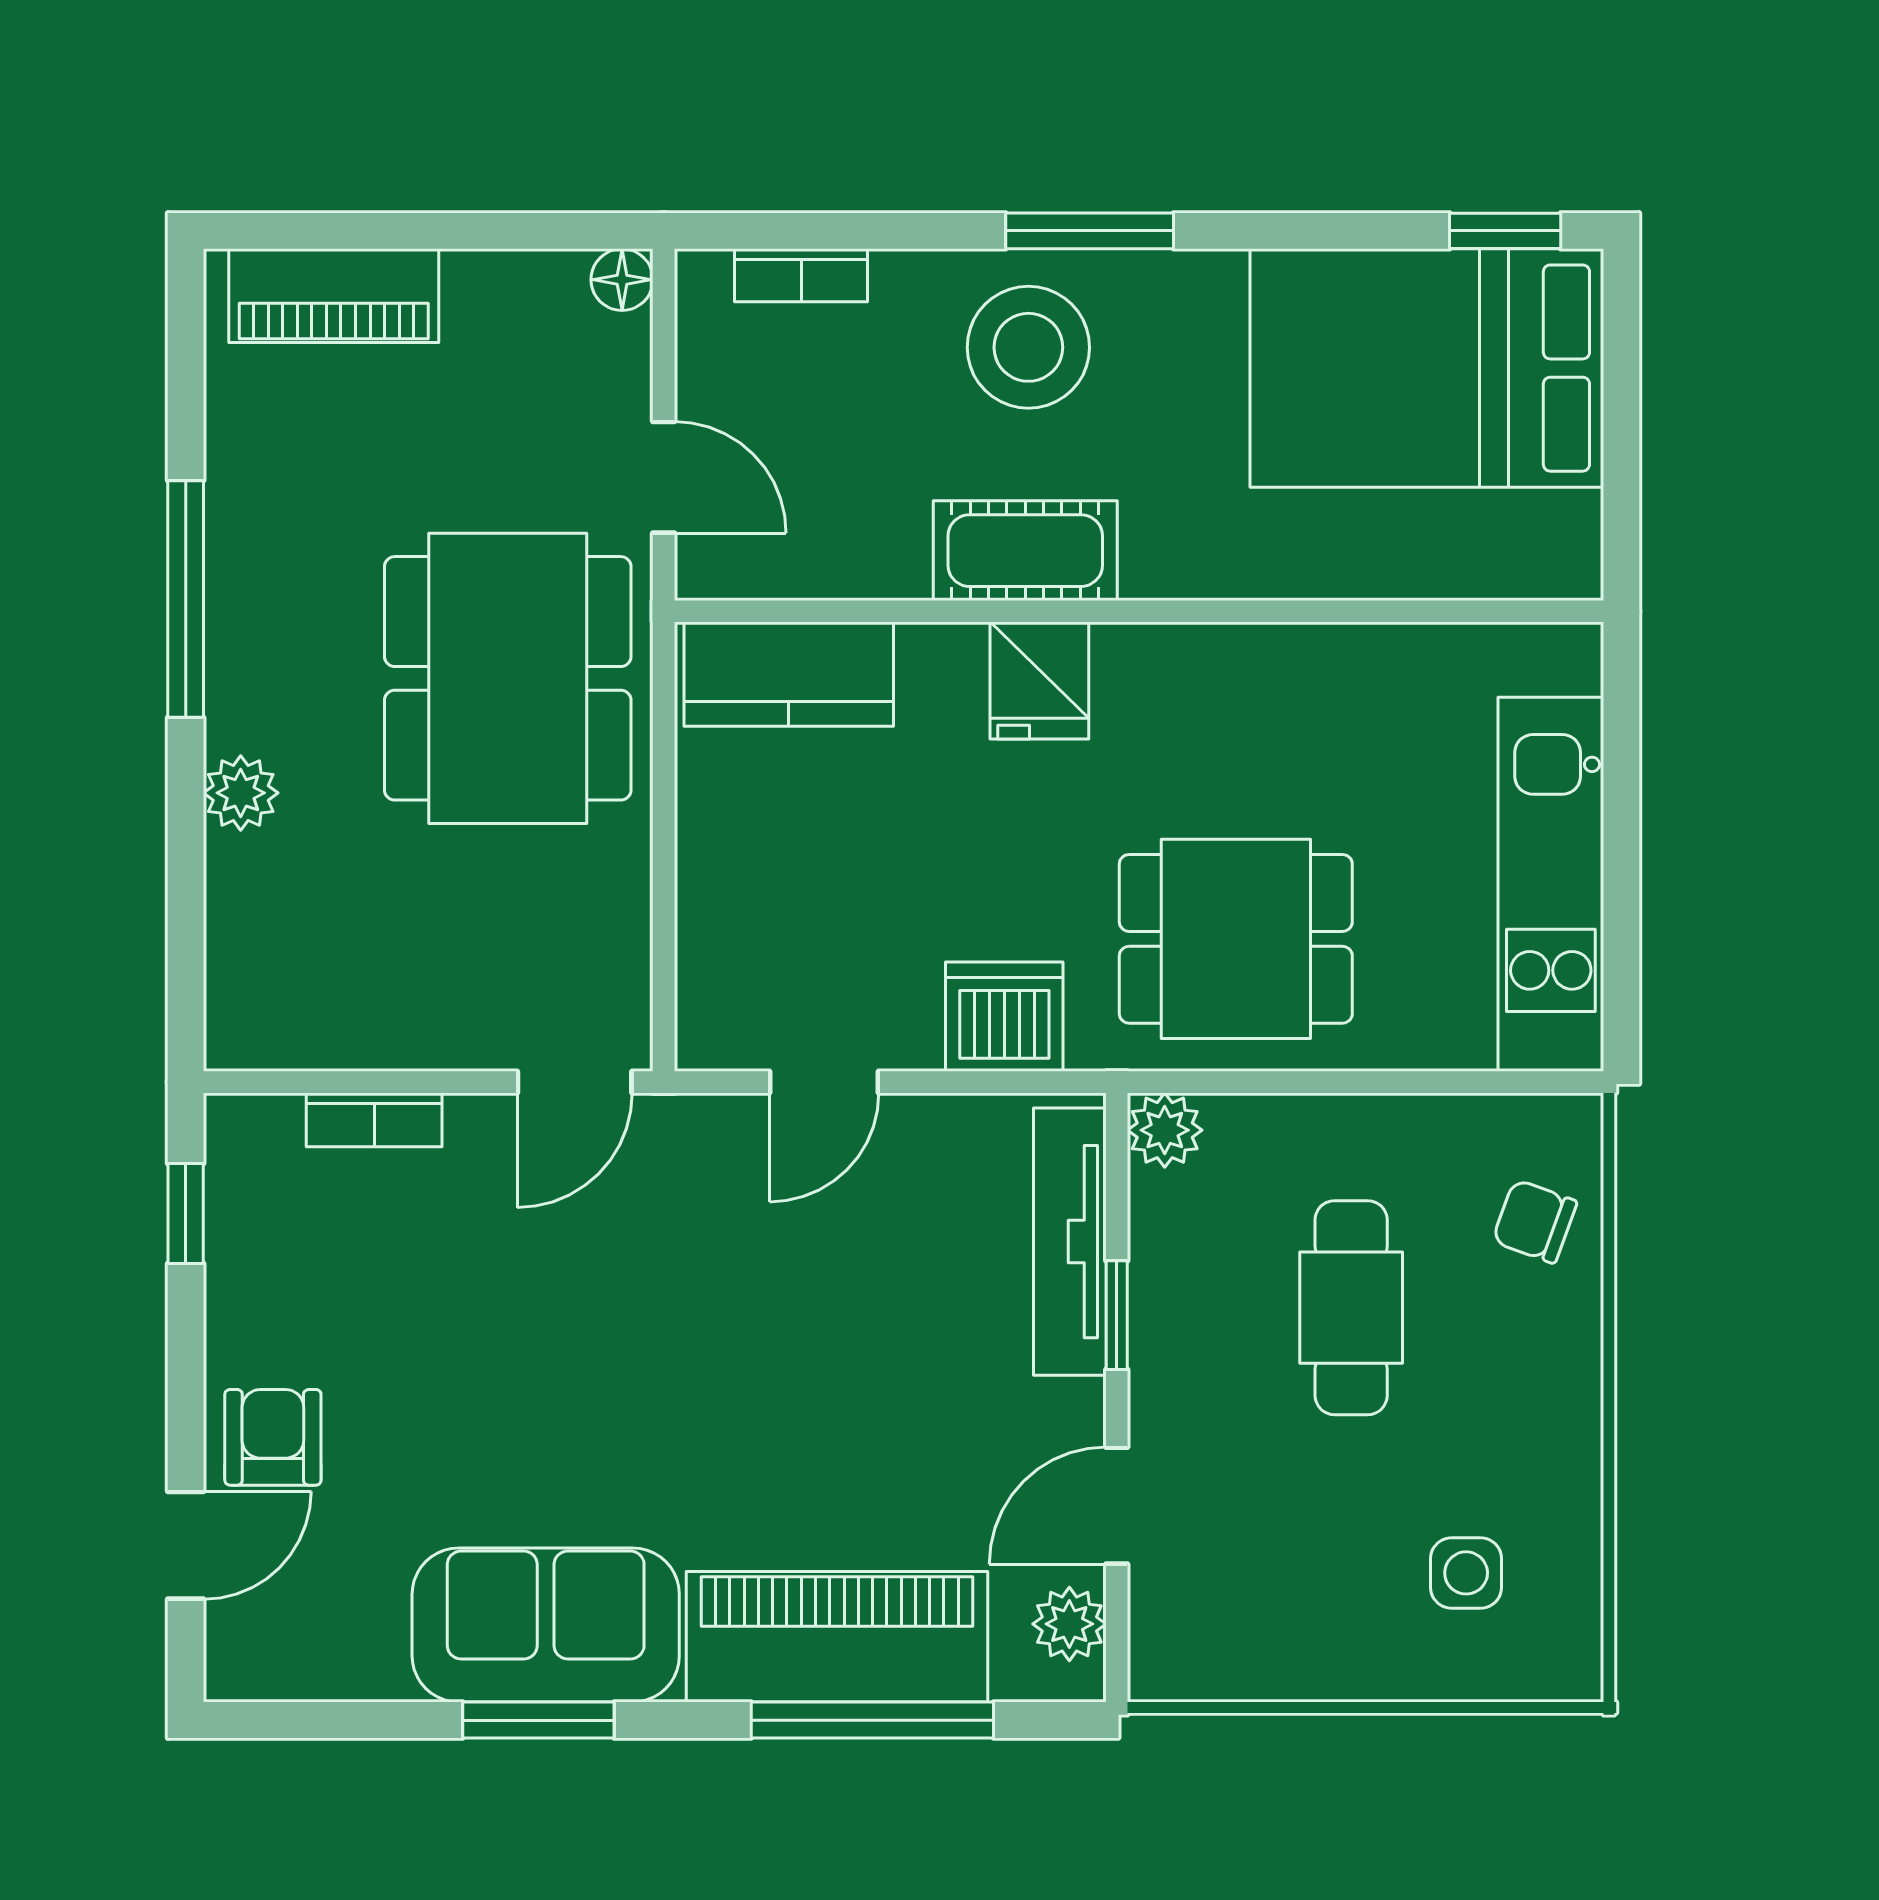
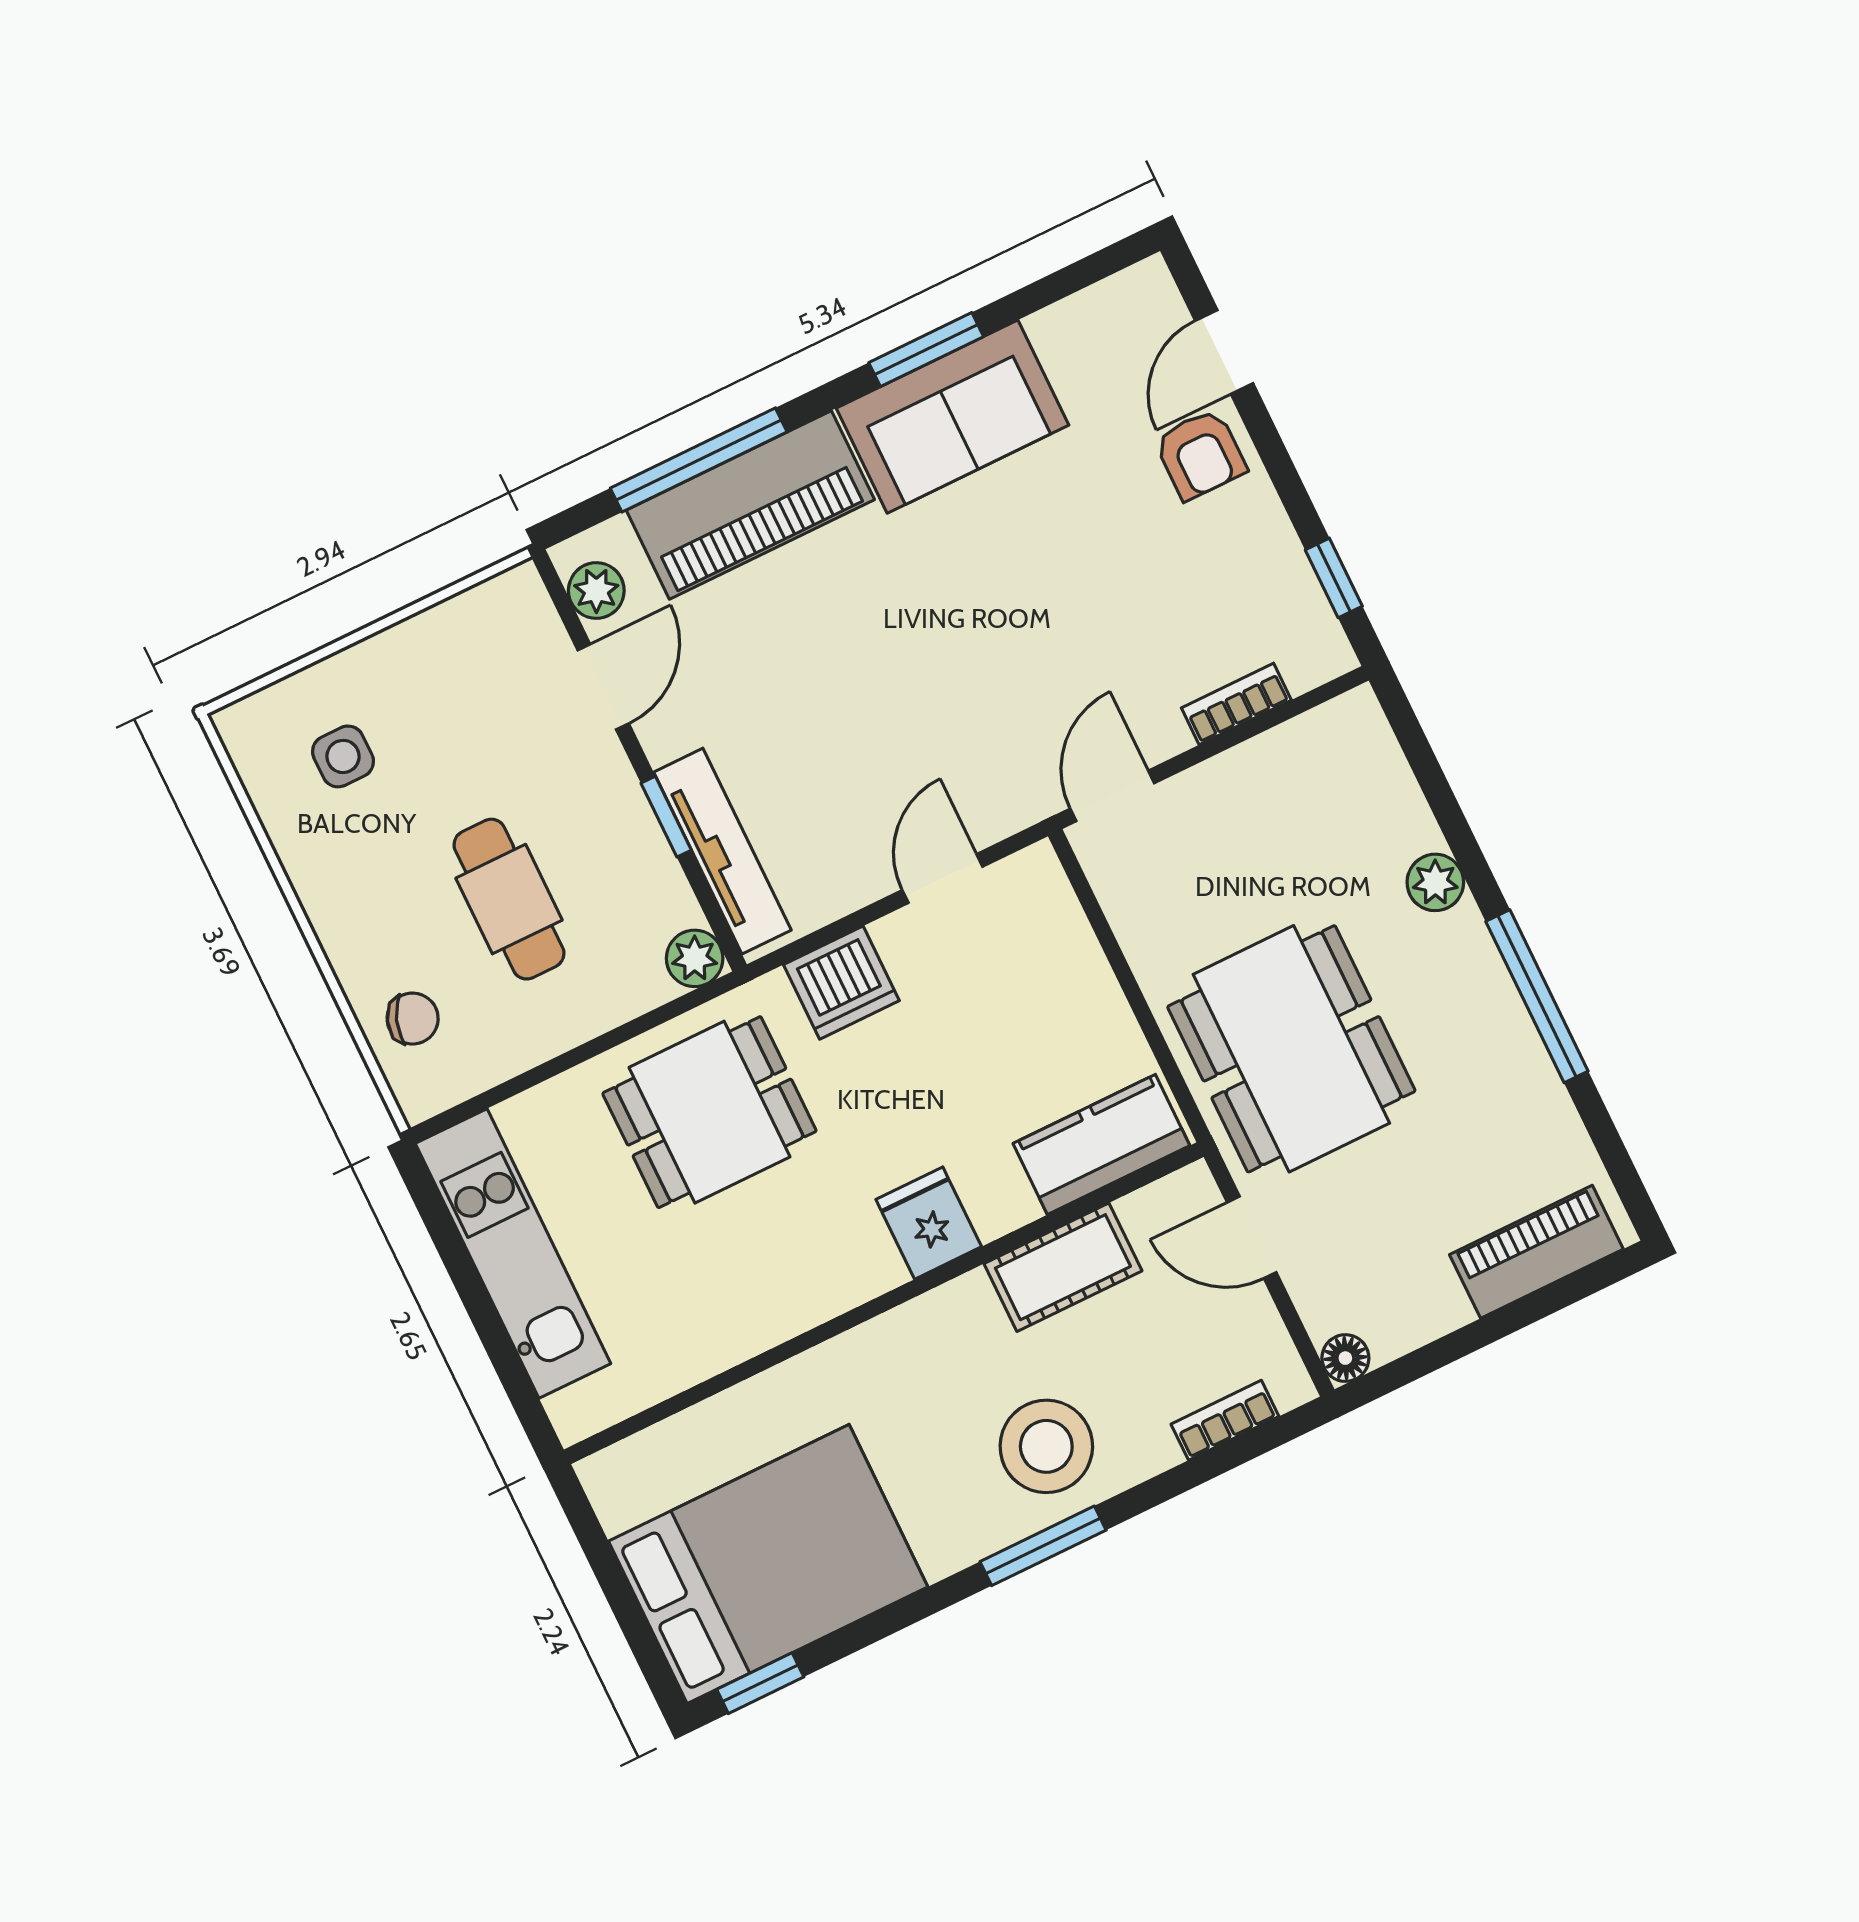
cot: (1025, 551) -> (1063, 1267), moved

